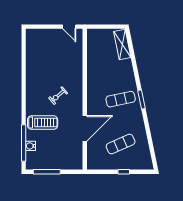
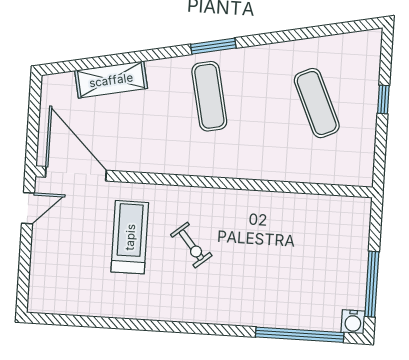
shelving: (122, 44) -> (111, 80), moved
treadmill: (43, 123) -> (130, 237), moved
door: (85, 128) -> (76, 174), moved
water cooler: (31, 146) -> (353, 322), moved

